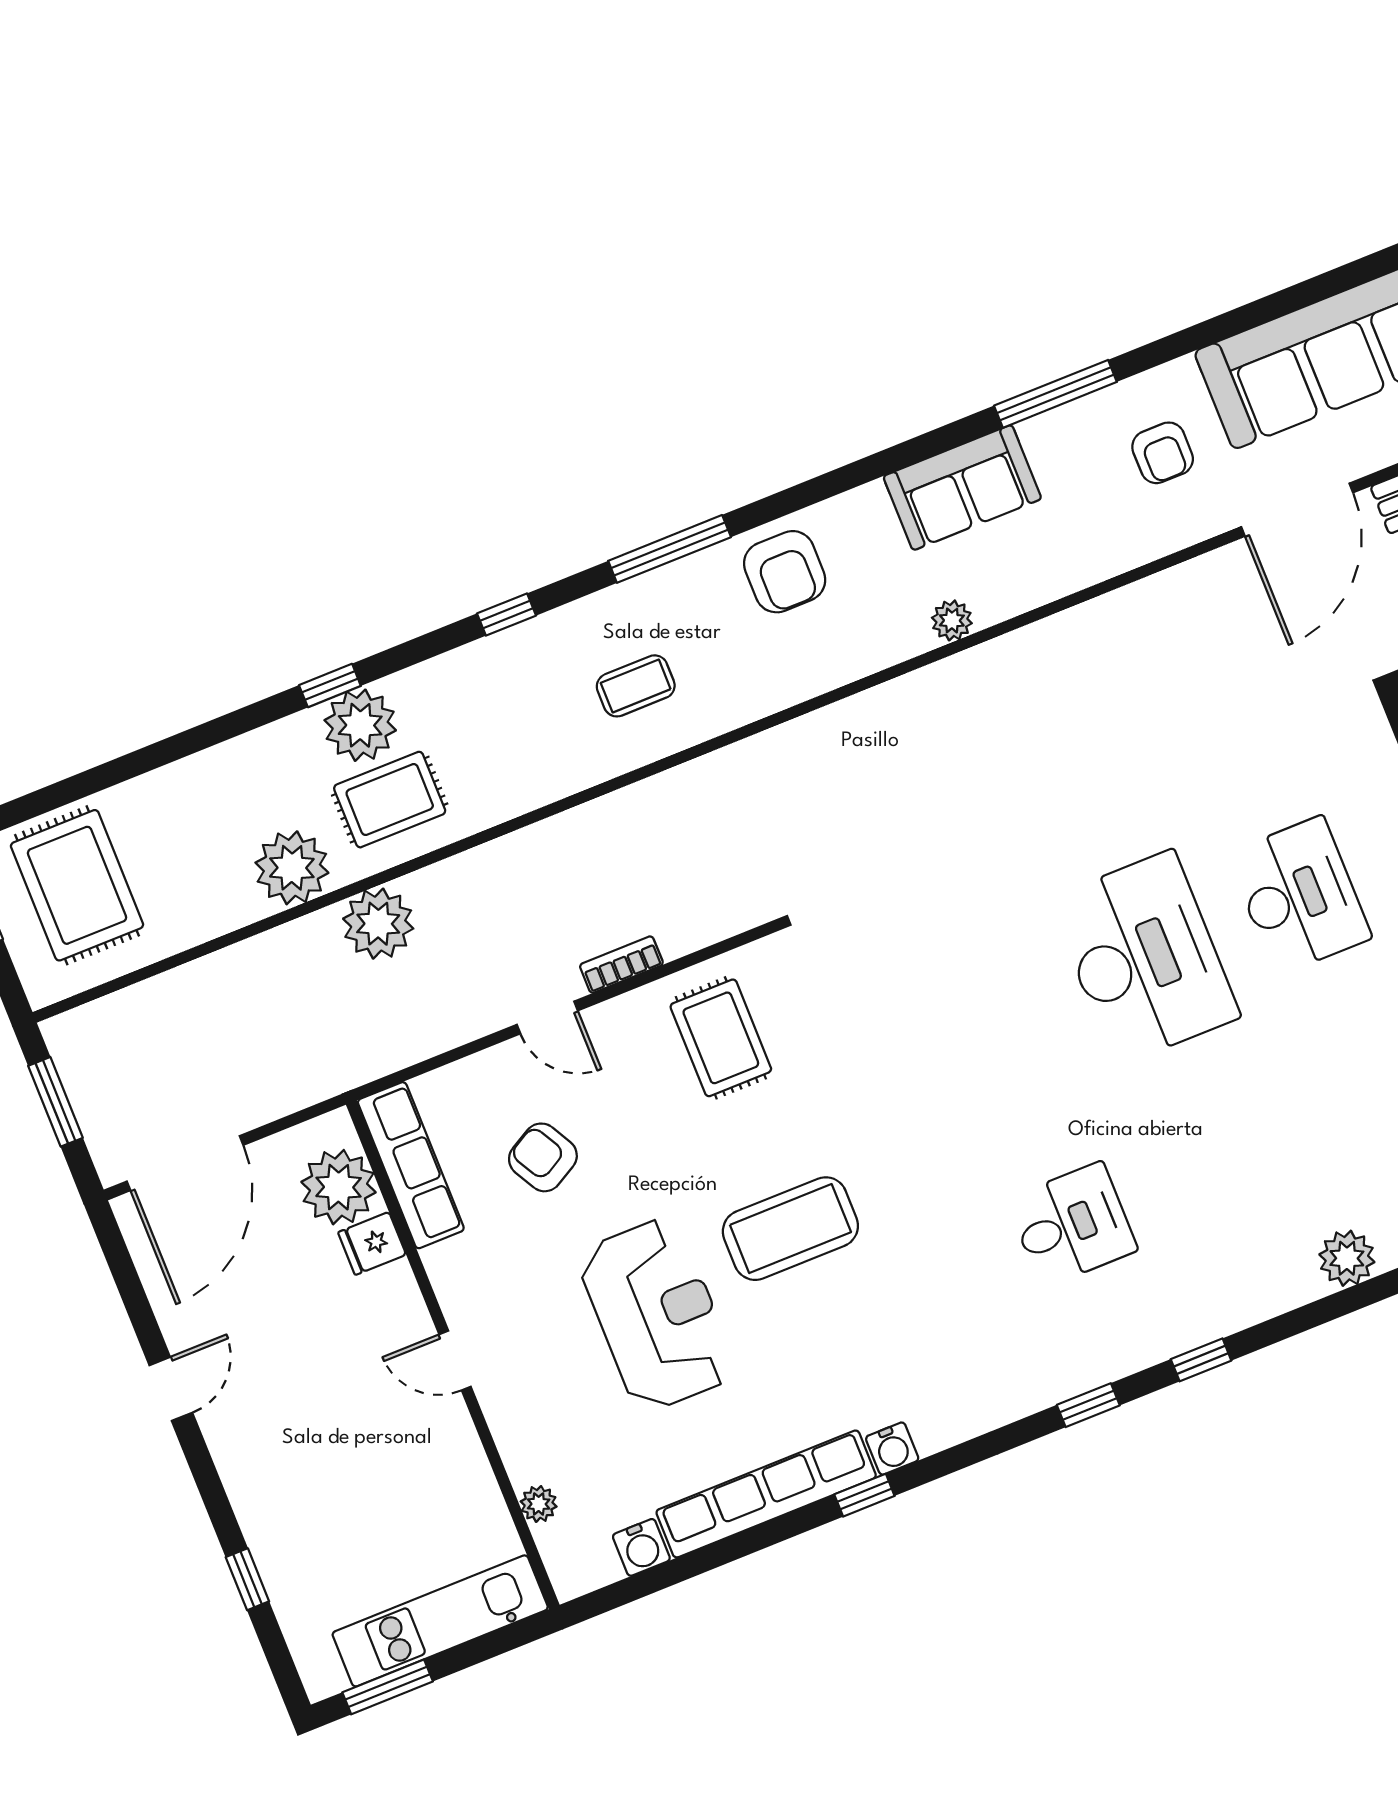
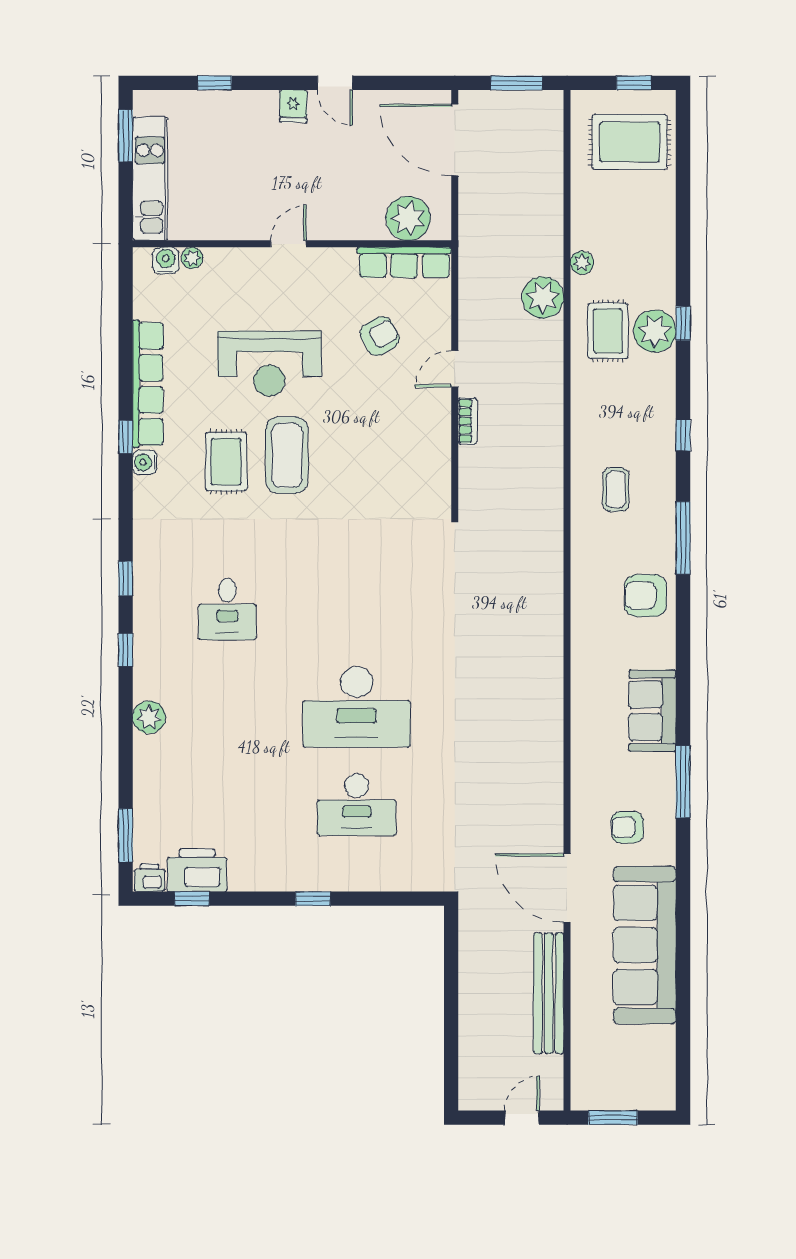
plant: (952, 620) -> (582, 676), removed
plant: (292, 868) -> (582, 263), width x0.53, depth x0.53
rug: (721, 1038) -> (226, 462), moved, turned 90
fridge: (372, 1243) -> (293, 106), moved, turned 180
plant: (1347, 1258) -> (149, 717), moved
water cooler: (641, 1547) -> (166, 260), moved, turned 90

